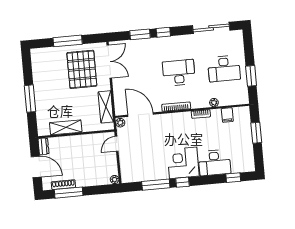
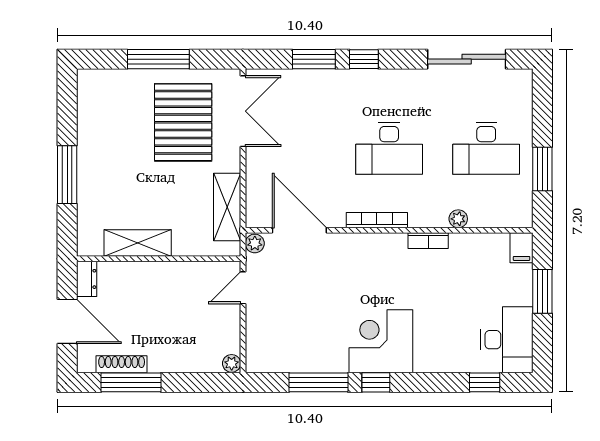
desk: (179, 73) -> (389, 148), turned 180
filing cabinet: (227, 115) -> (522, 248), moved
desk: (214, 163) -> (507, 340), moved, turned -90

